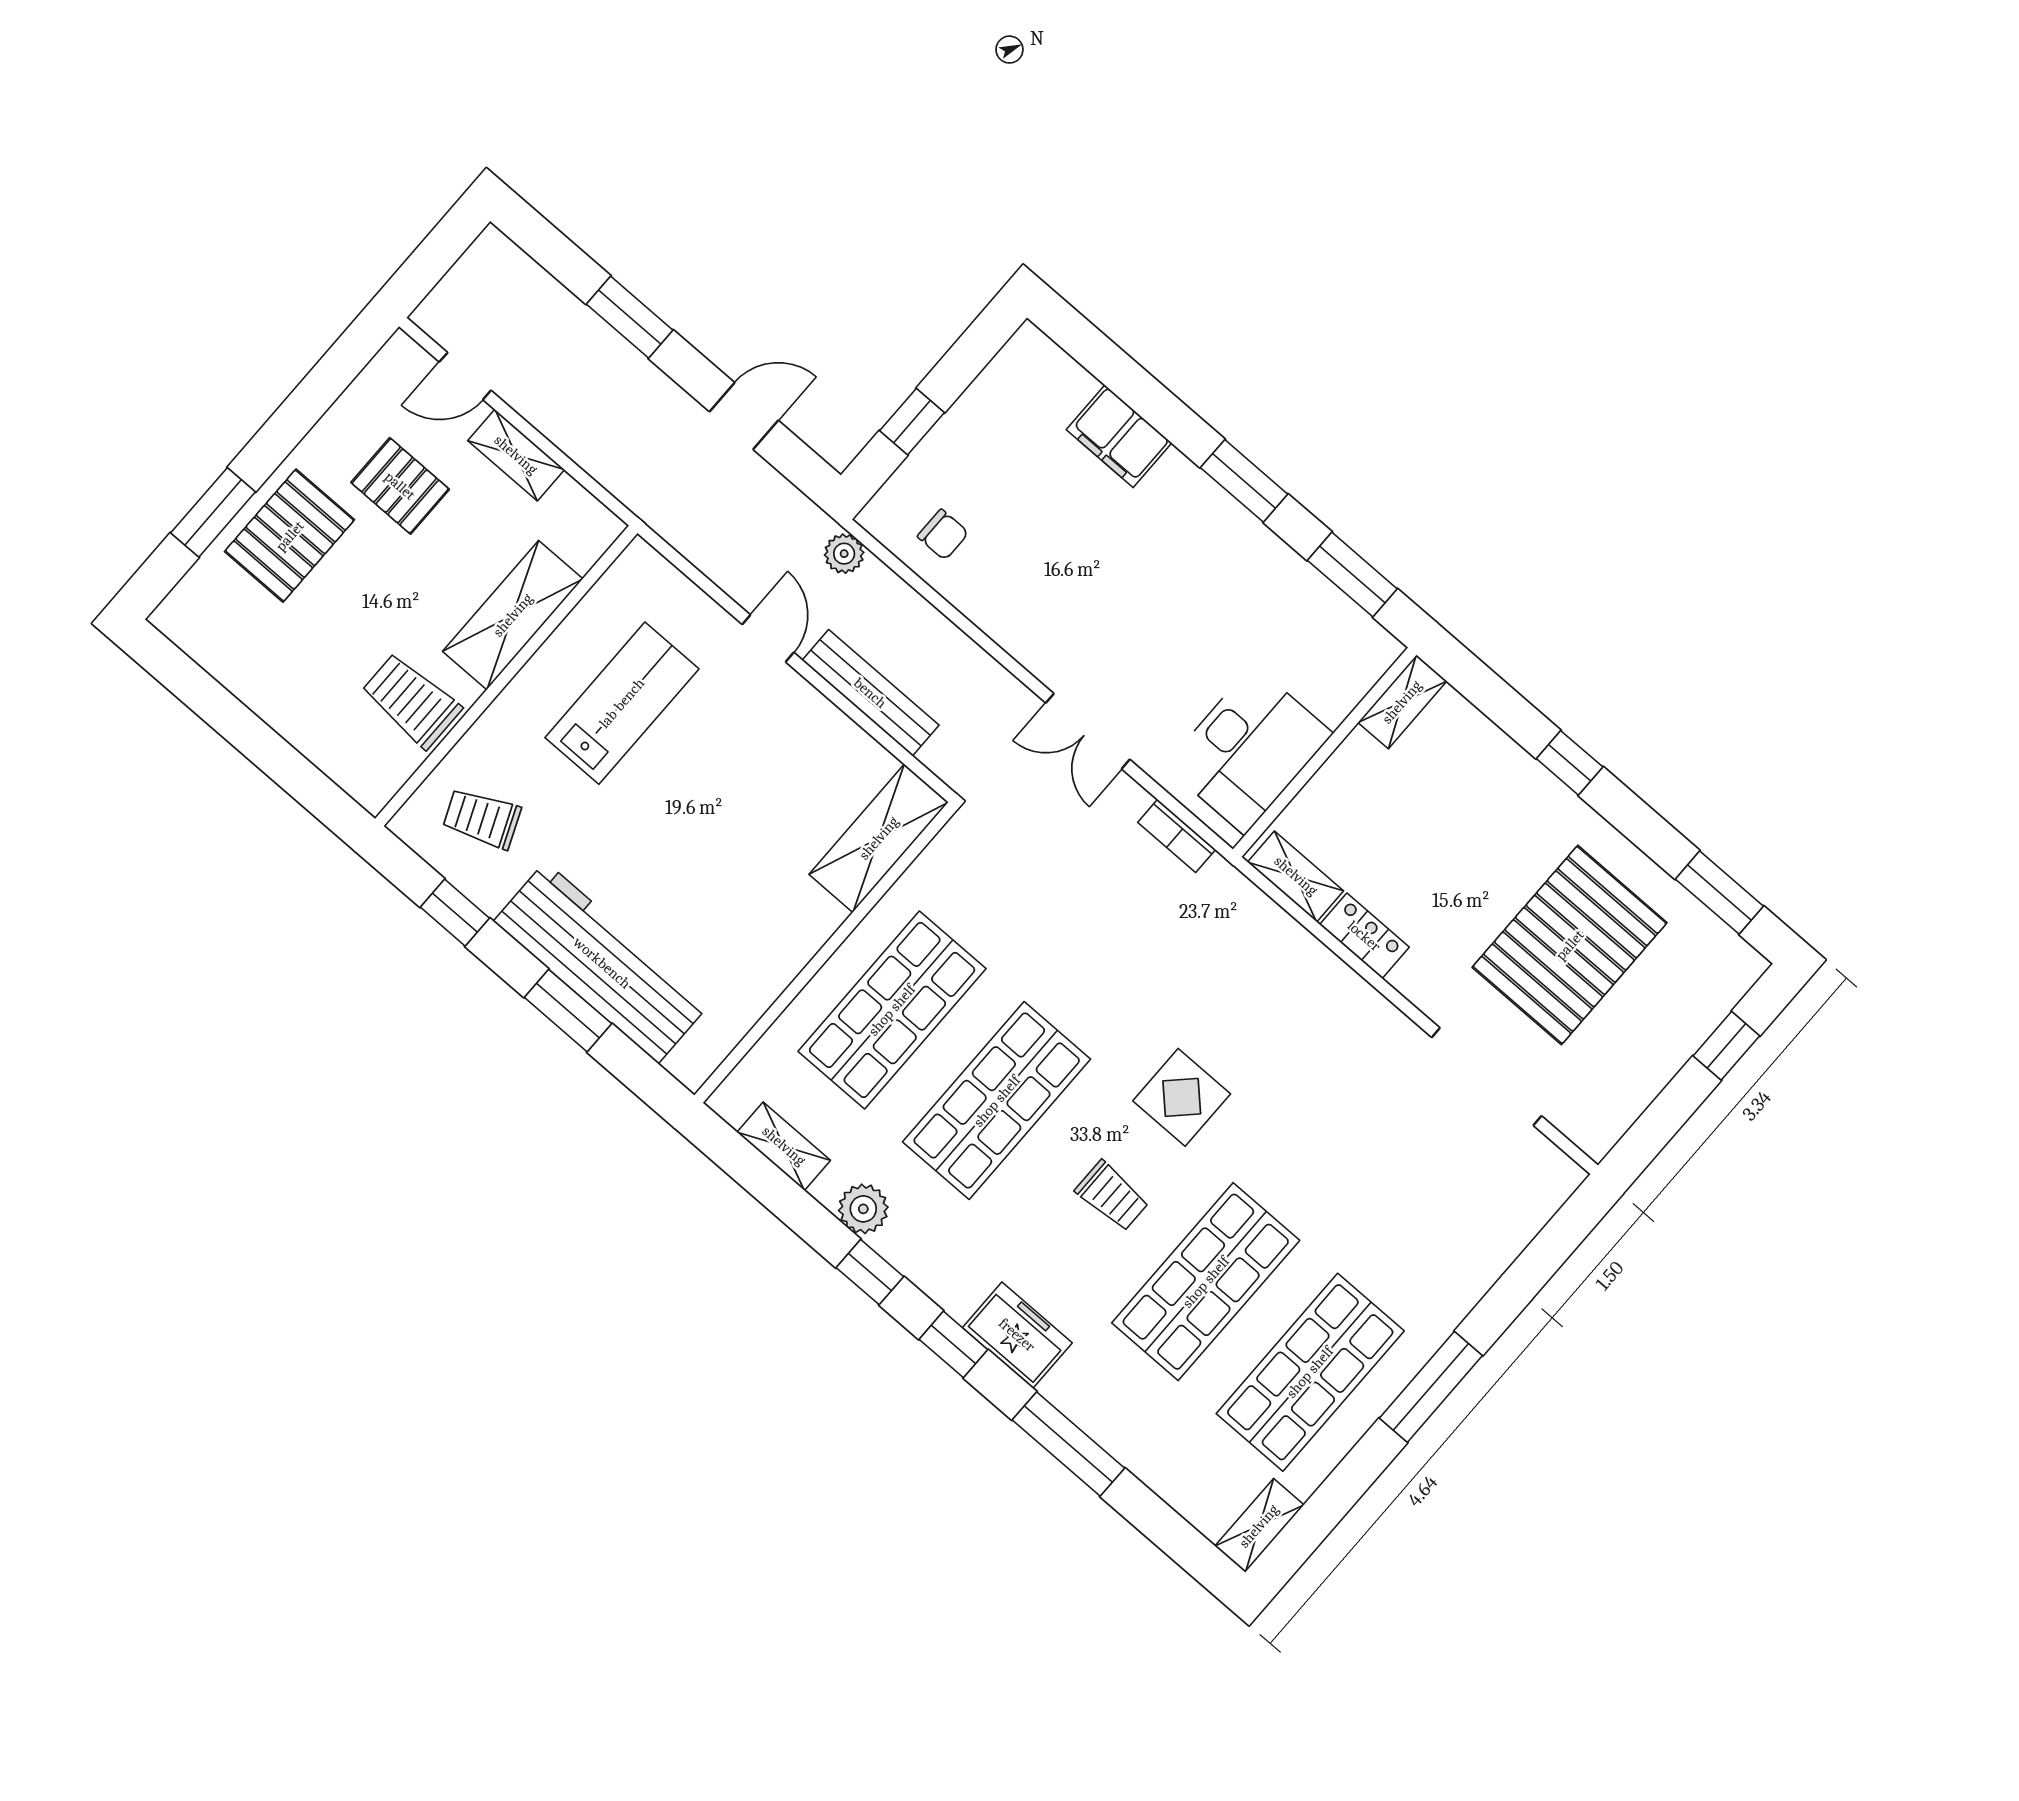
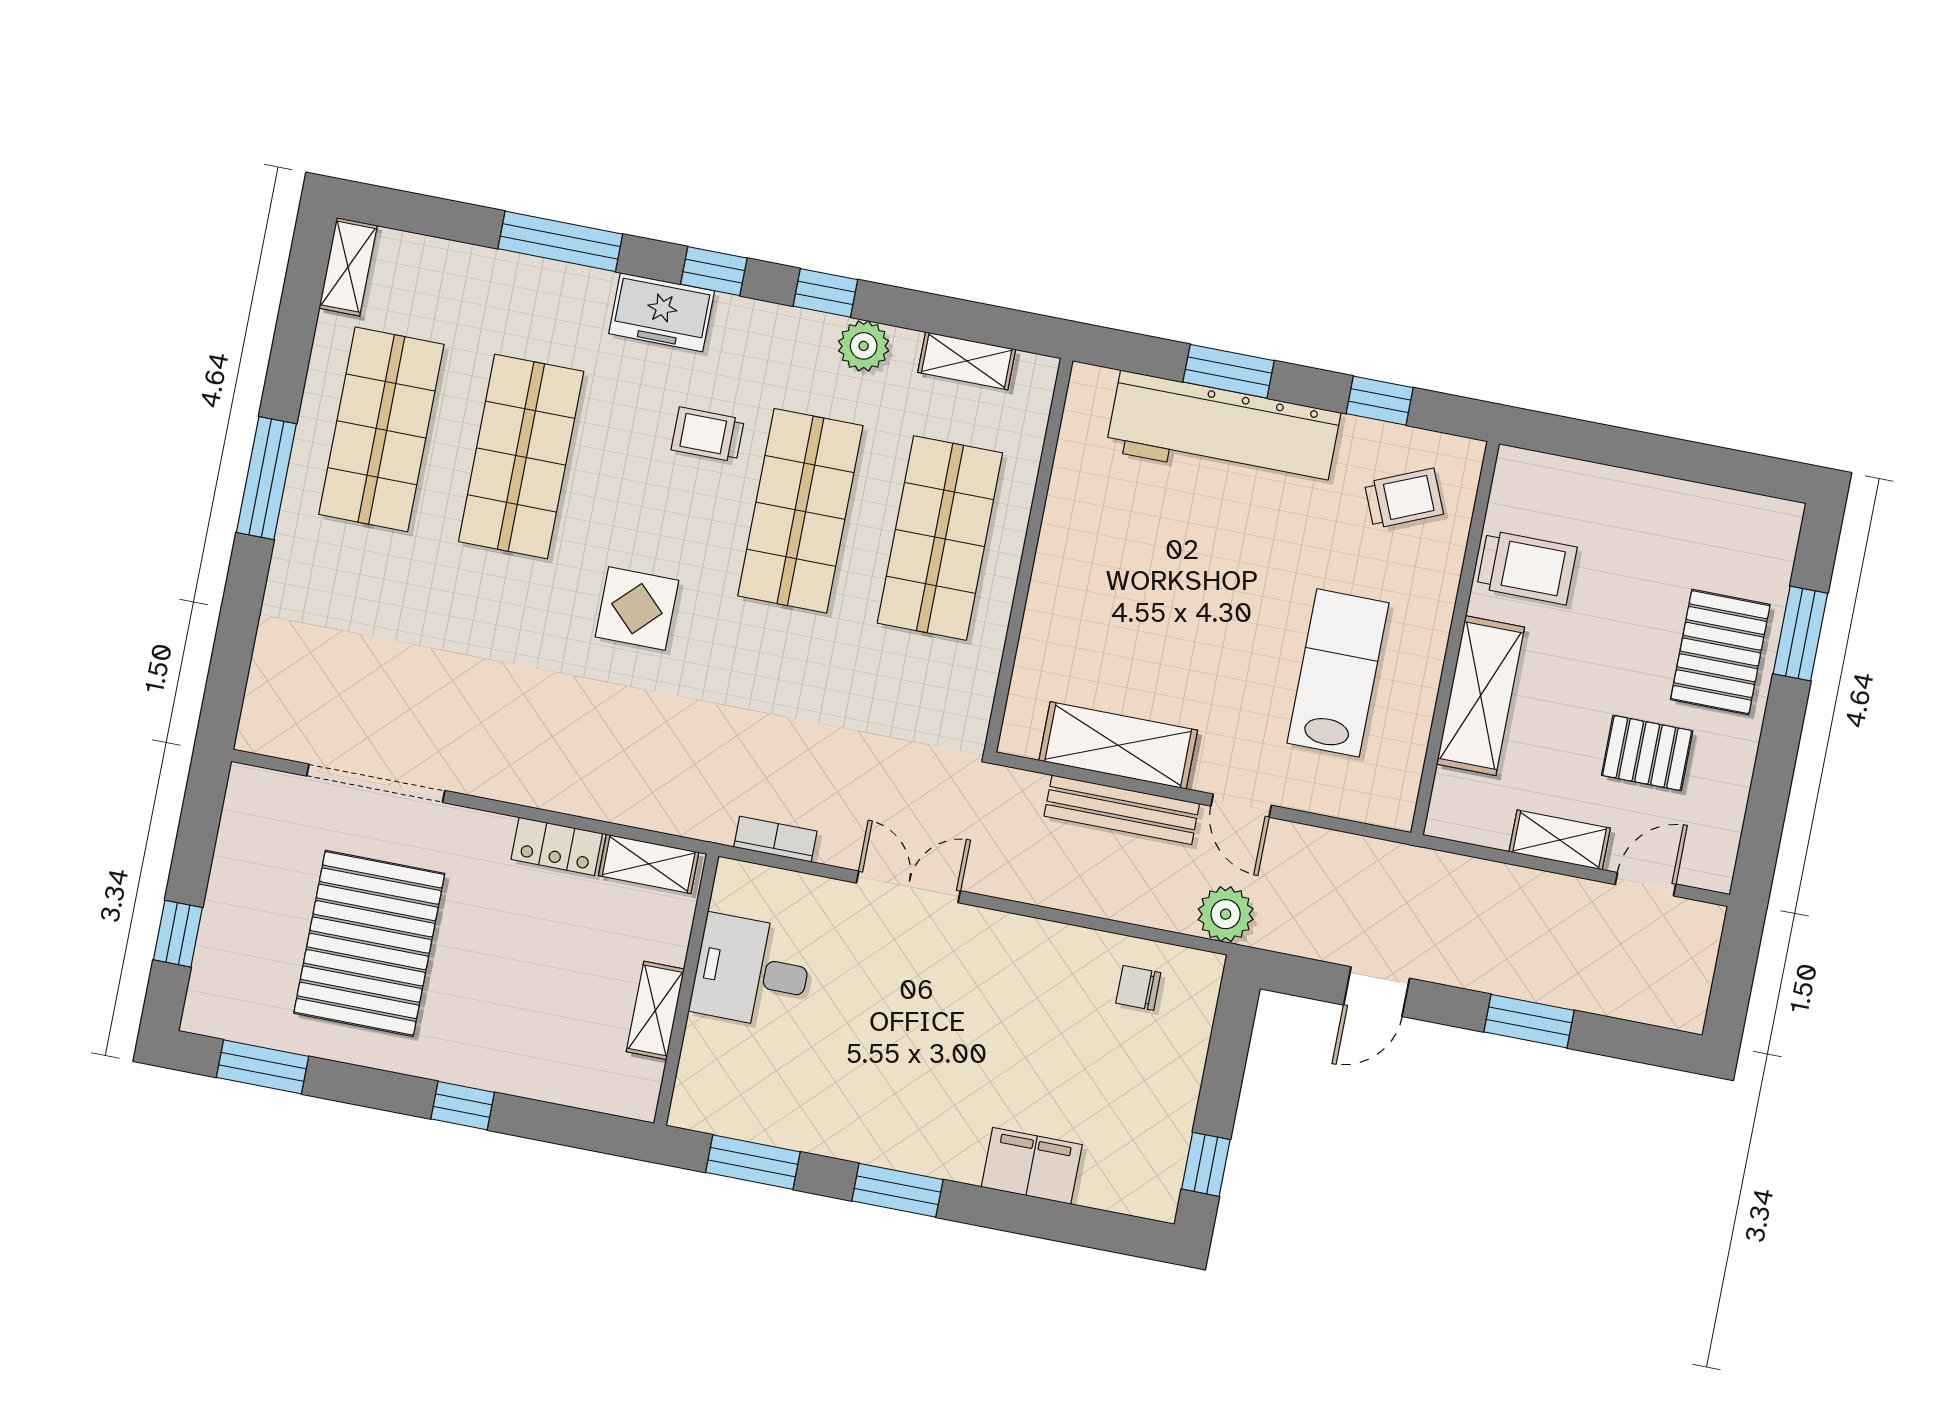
window: (912, 422) -> (1206, 1164), moved
plant: (844, 554) -> (1226, 914), width x1.38, depth x1.38
shelving: (1402, 702) -> (655, 1010), moved
lab bench: (622, 703) -> (1338, 673), turned 180
desk: (1249, 750) -> (752, 972), width x0.73
shelving: (879, 838) -> (1118, 745), moved, turned 90
trolley: (1112, 1196) -> (708, 435), moved

